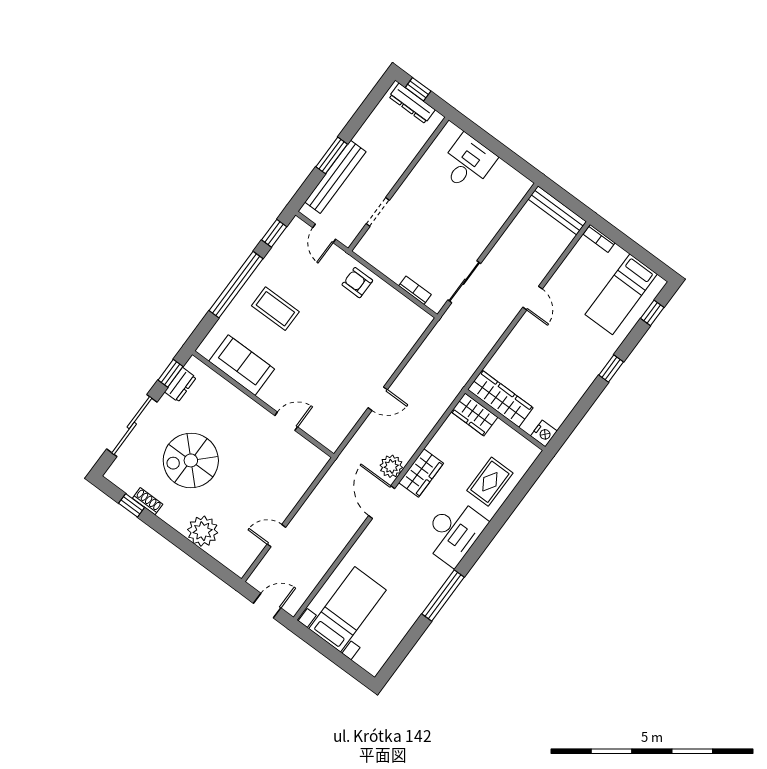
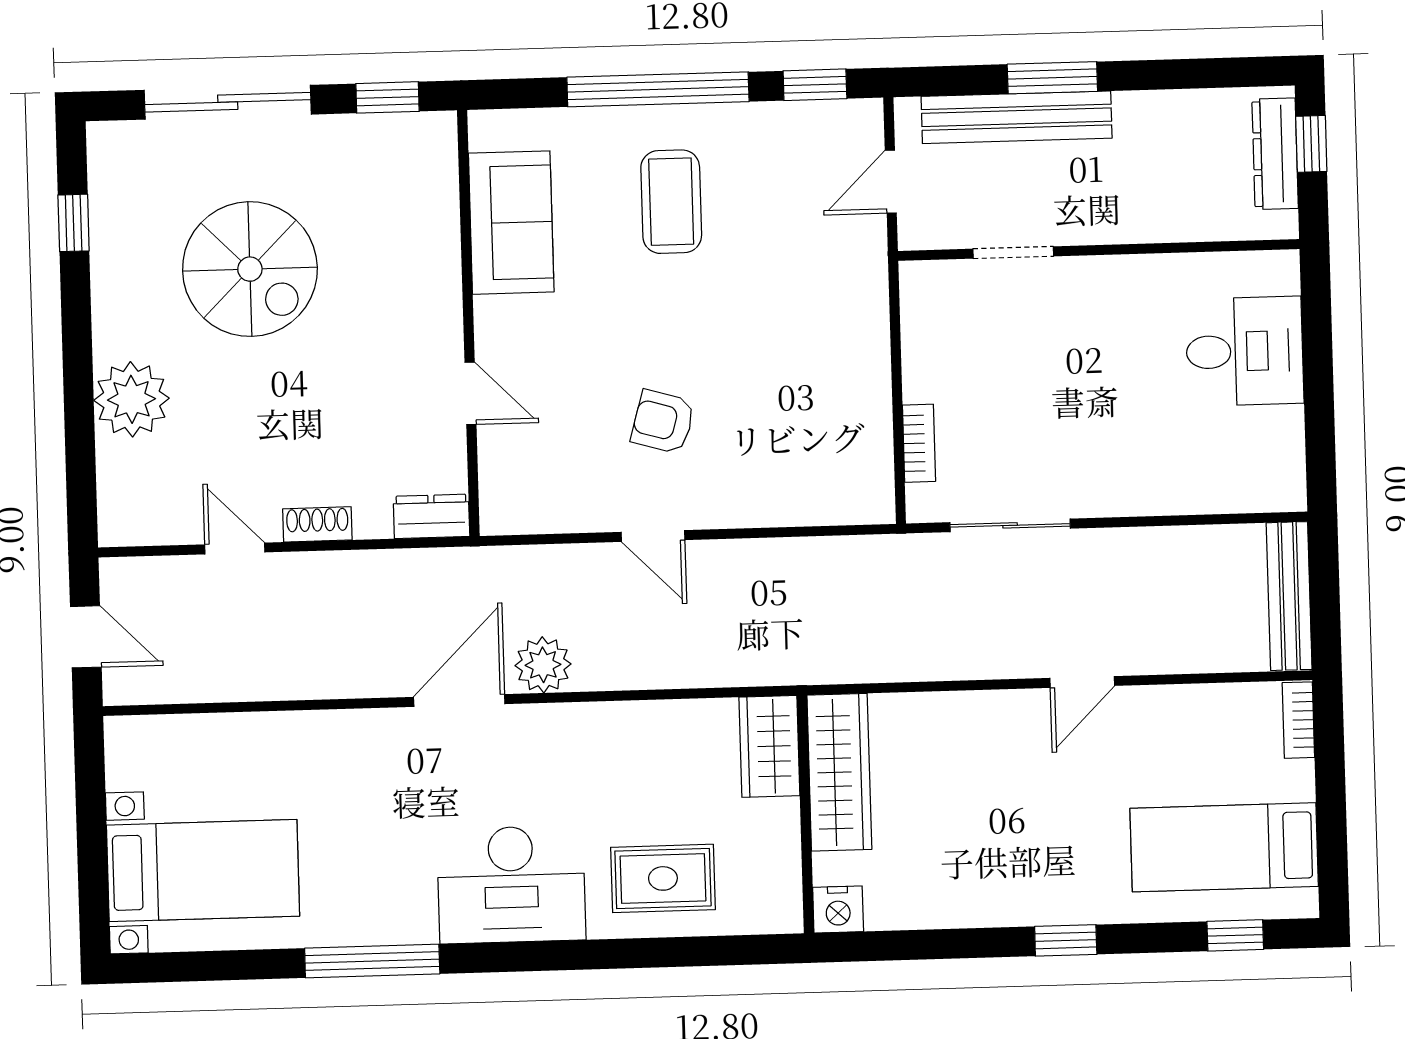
armchair: (357, 283) -> (663, 422), moved, turned -74
dresser: (180, 385) -> (431, 516), moved, turned 180
spiral stairs: (191, 460) -> (250, 269), turned 180
wardrobe: (421, 473) -> (575, 732), removed
shoe rack: (148, 501) -> (317, 524), moved, turned -90
bed with nightstands: (348, 609) -> (203, 871), moved

